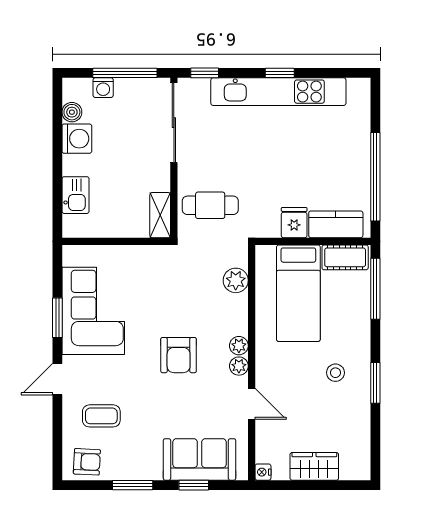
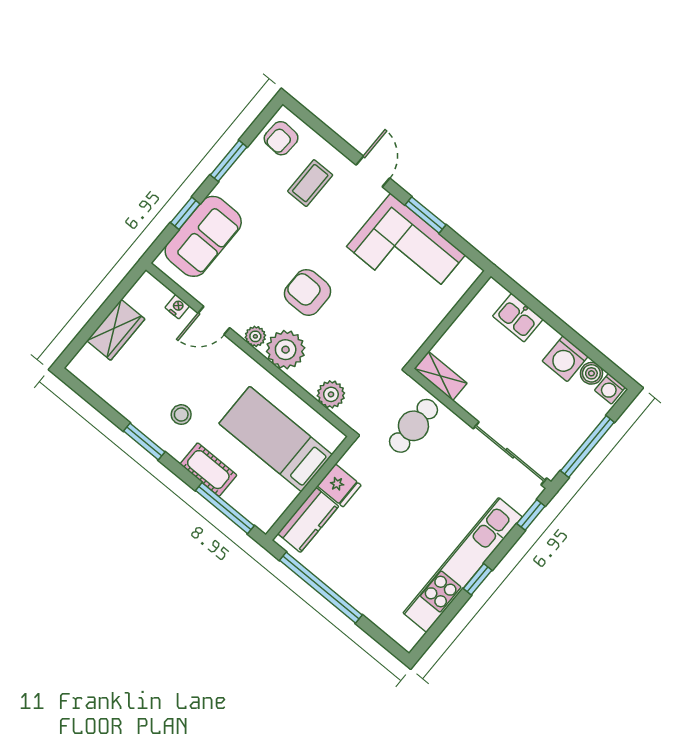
washing machine: (103, 88) -> (610, 389), moved, turned -90
cot: (345, 257) -> (208, 470), moved, turned 90
plant: (239, 346) -> (286, 350), width x1.87, depth x1.87
nightstand: (263, 472) -> (177, 307), moved

